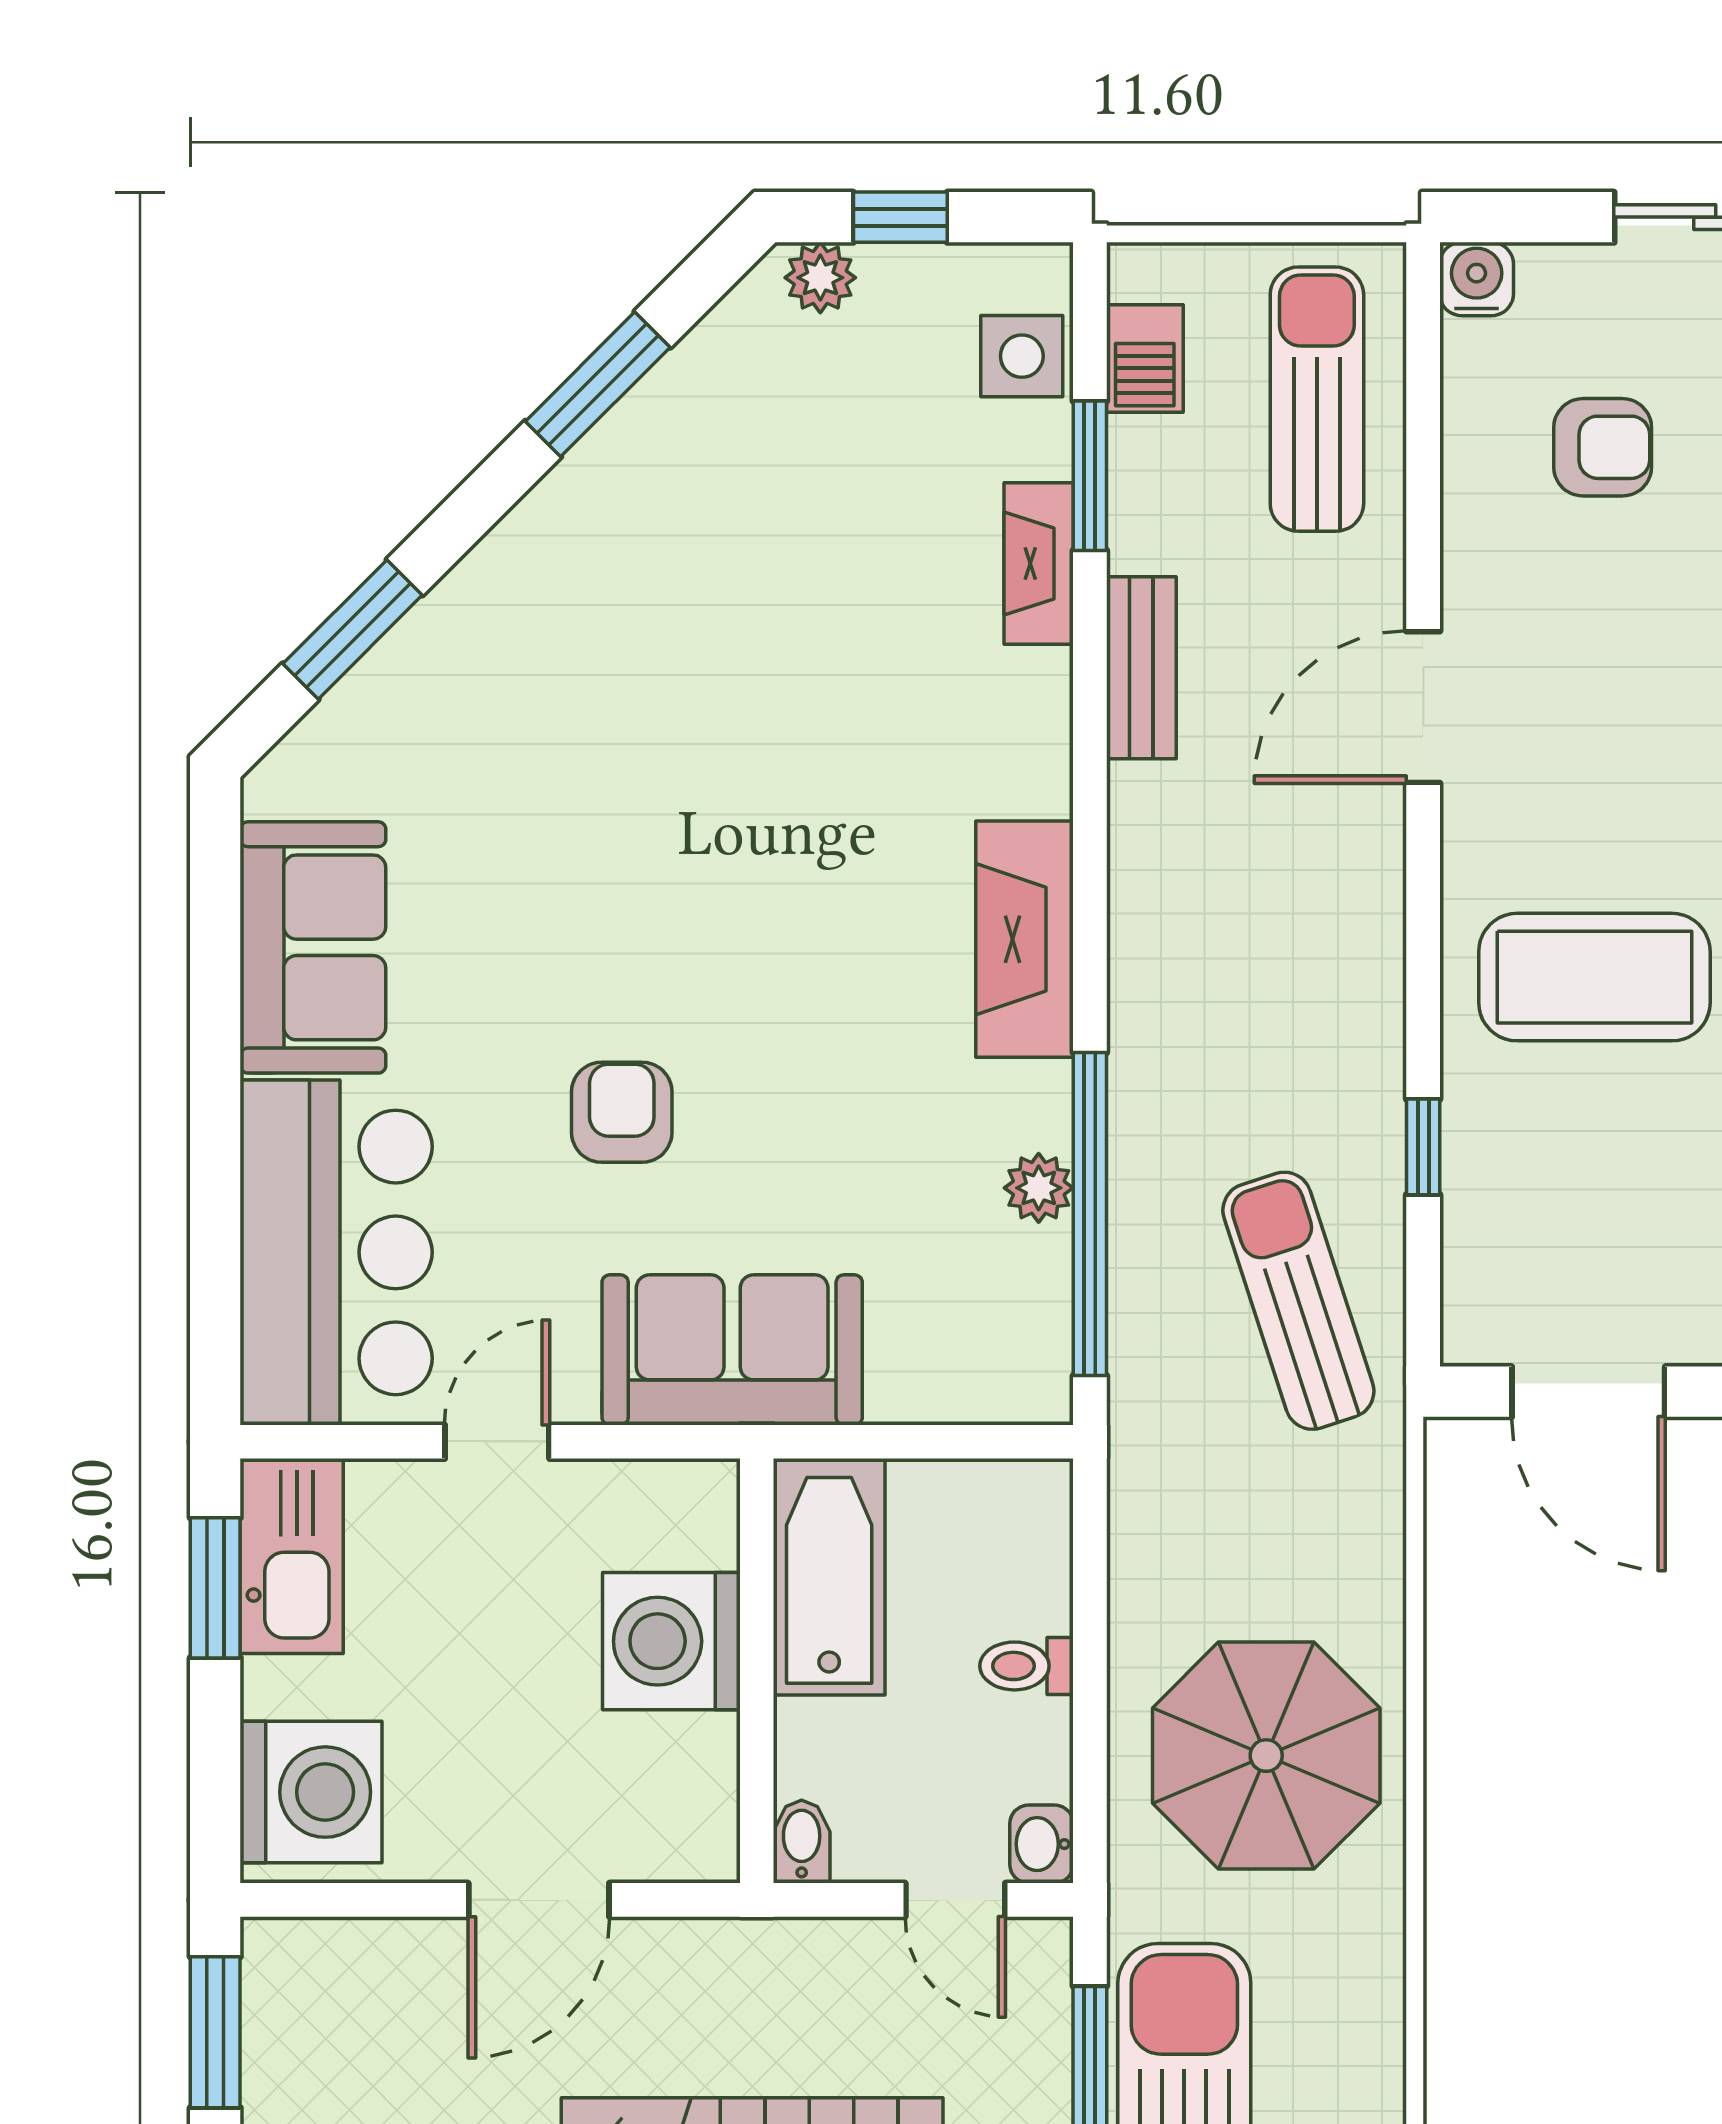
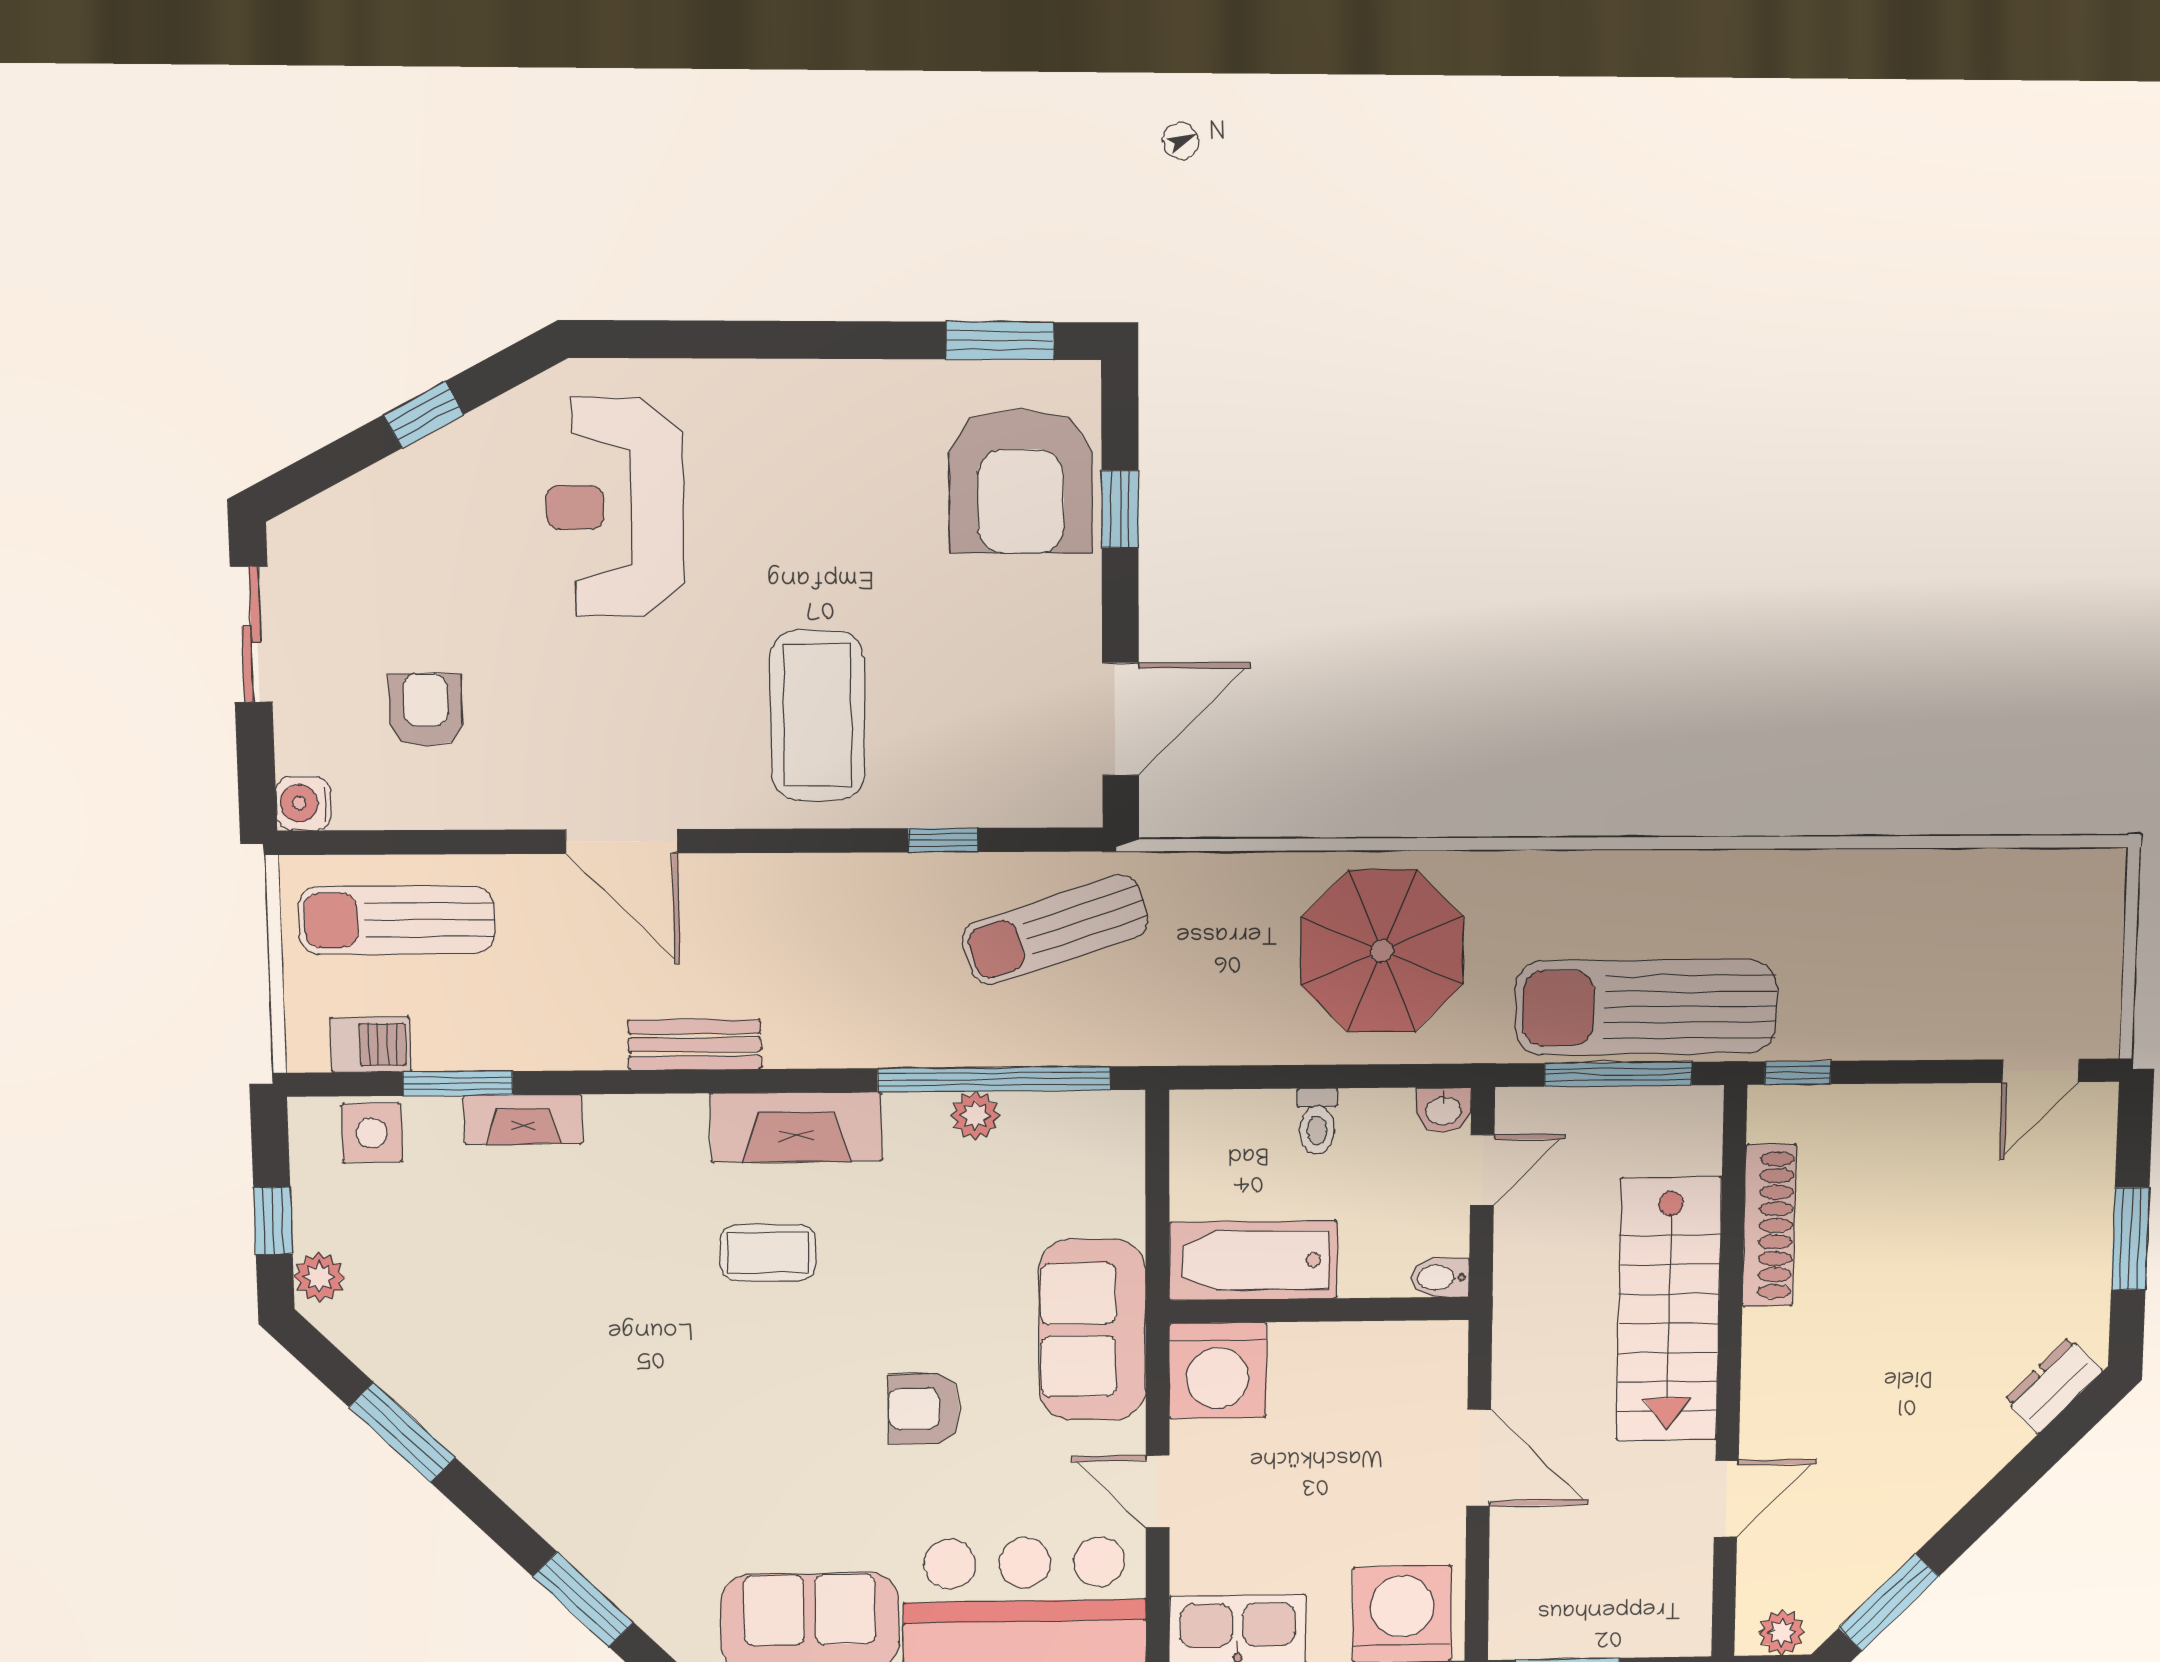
bench: (1141, 668) -> (695, 1045), moved
coffee table: (847, 897) -> (768, 1253), added
washing machine: (671, 1641) -> (1218, 1370), moved

